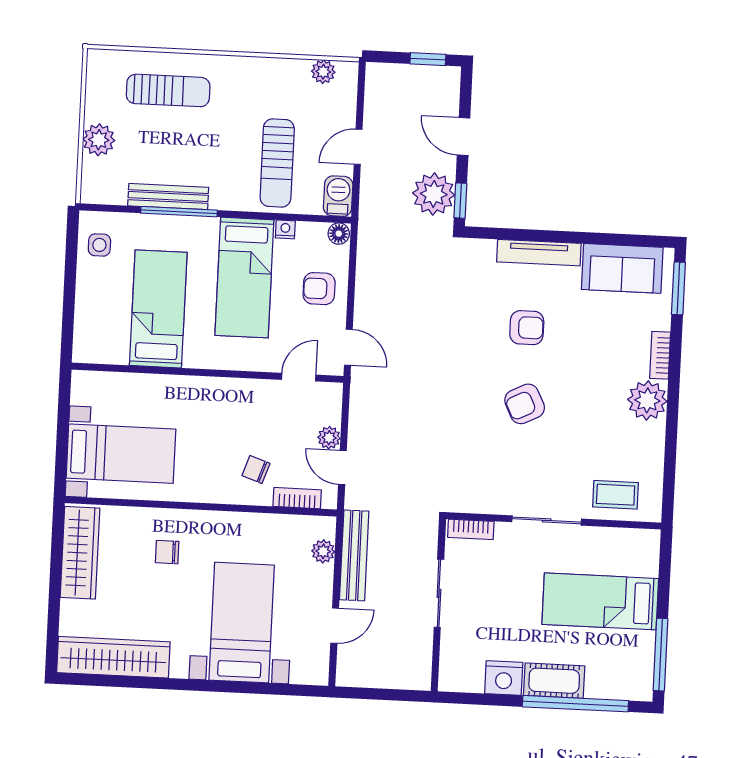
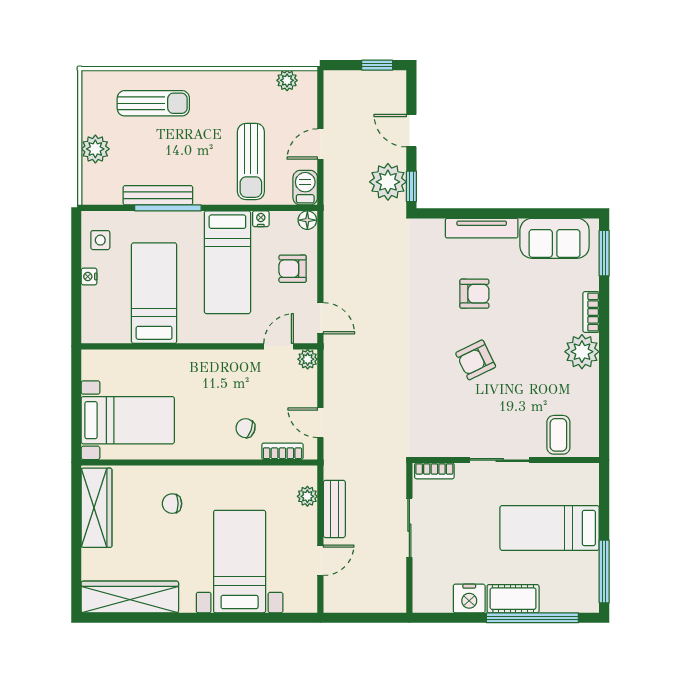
nightstand: (84, 286) -> (89, 277), added
plant: (329, 438) -> (308, 359), moved
coffee table: (616, 495) -> (558, 435), turned 90
bench: (354, 555) -> (334, 509), width x0.73

